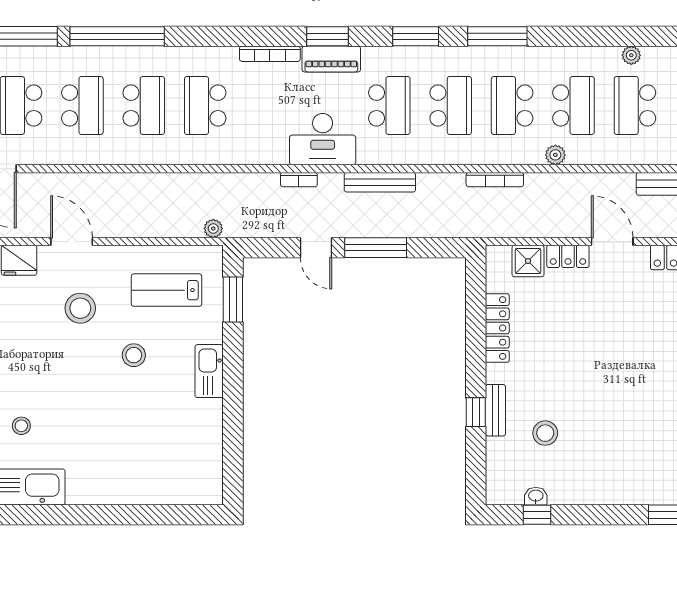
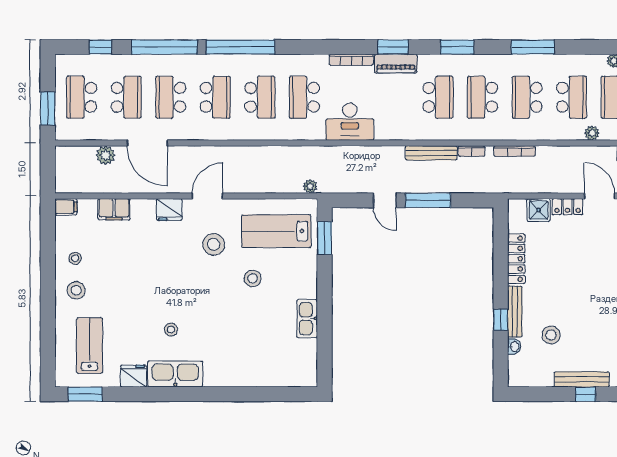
window: (497, 36) -> (533, 47), moved
school desk: (451, 105) -> (483, 97), turned 180
desk: (323, 139) -> (350, 122), moved
plant: (555, 155) -> (592, 133), moved
bookcase: (299, 180) -> (472, 151), moved
door: (72, 241) -> (207, 196), hinge flipped
lab bench: (167, 290) -> (276, 231), width x1.36, depth x1.39
kitchen sink: (209, 371) -> (307, 319), moved
bench: (495, 410) -> (515, 311), width x1.36
bench: (588, 494) -> (582, 379), added
washbasin: (536, 496) -> (514, 347), moved, turned 90
window: (537, 515) -> (585, 394), moved

